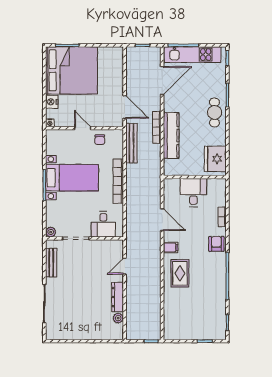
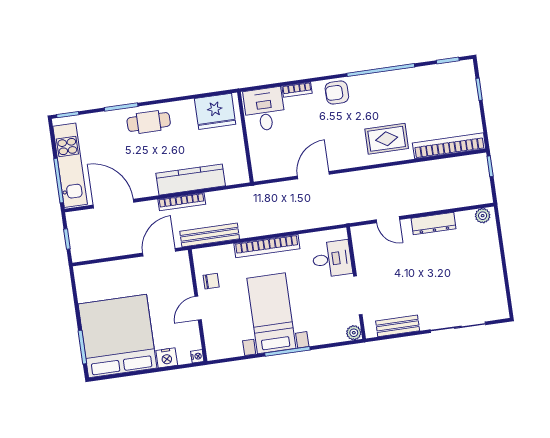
desk: (193, 192) -> (264, 109), moved, turned 90
filing cabinet: (171, 247) -> (351, 157), removed
bookcase: (169, 315) -> (449, 146), added
plant: (118, 318) -> (483, 216), moved

